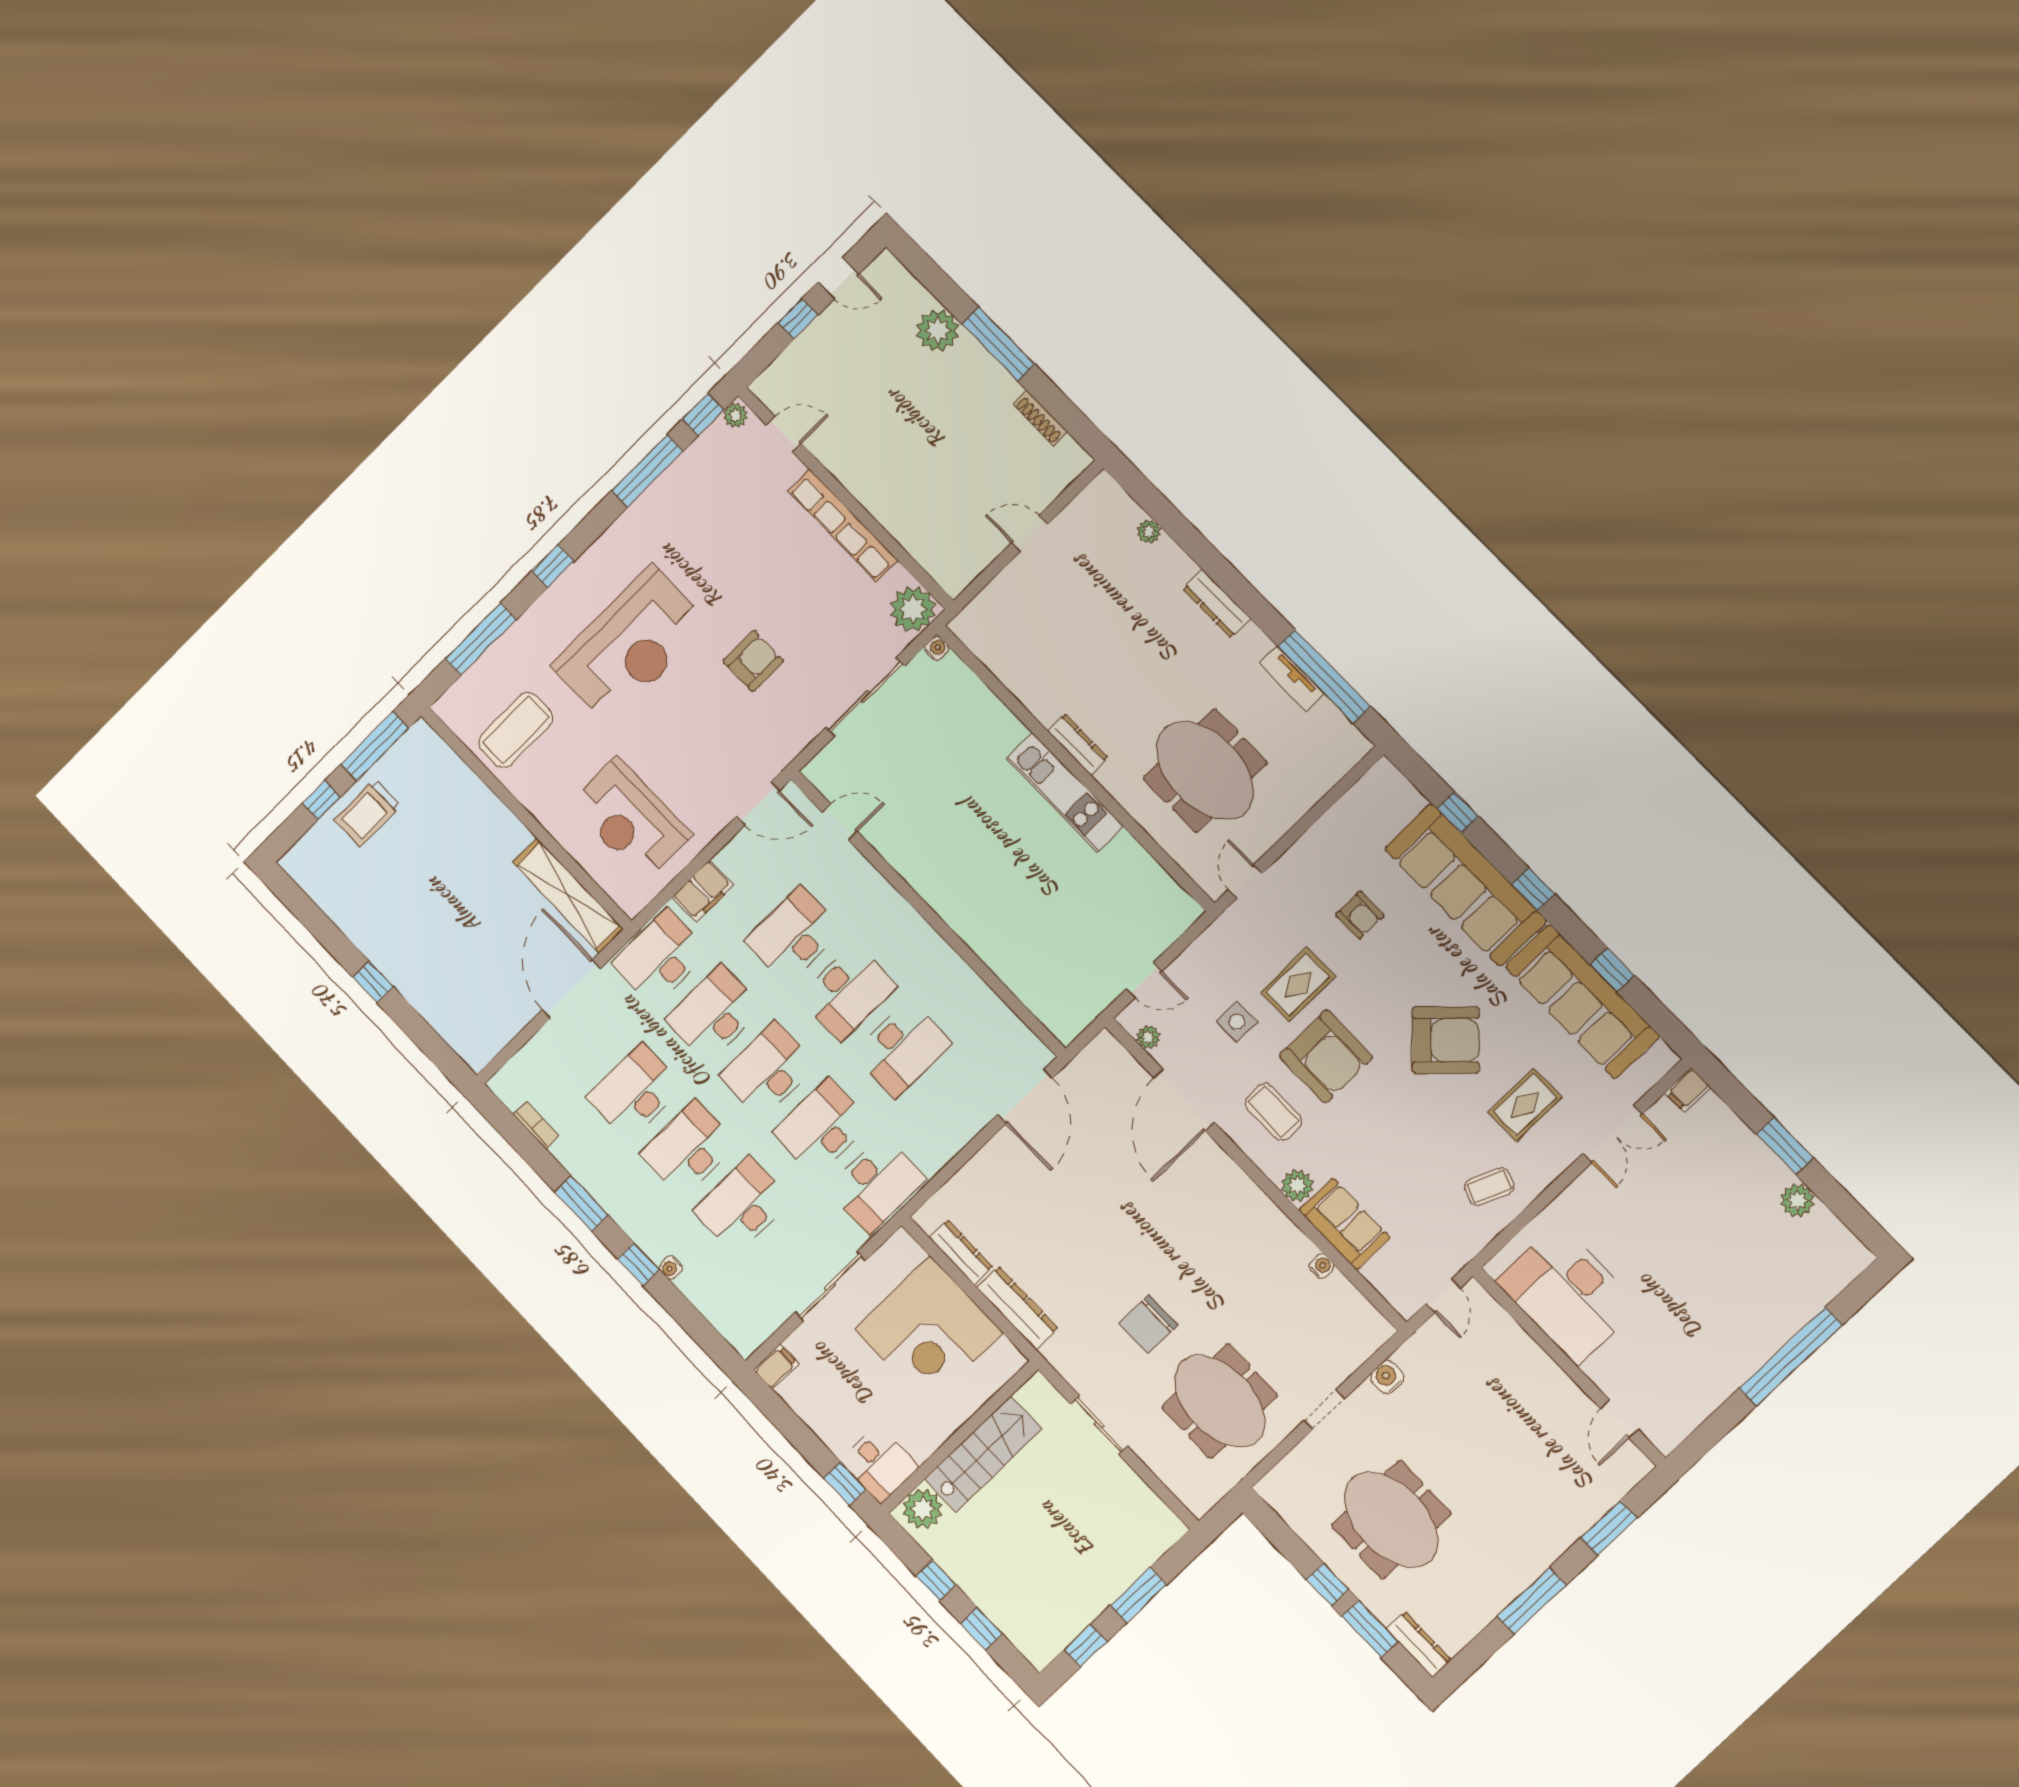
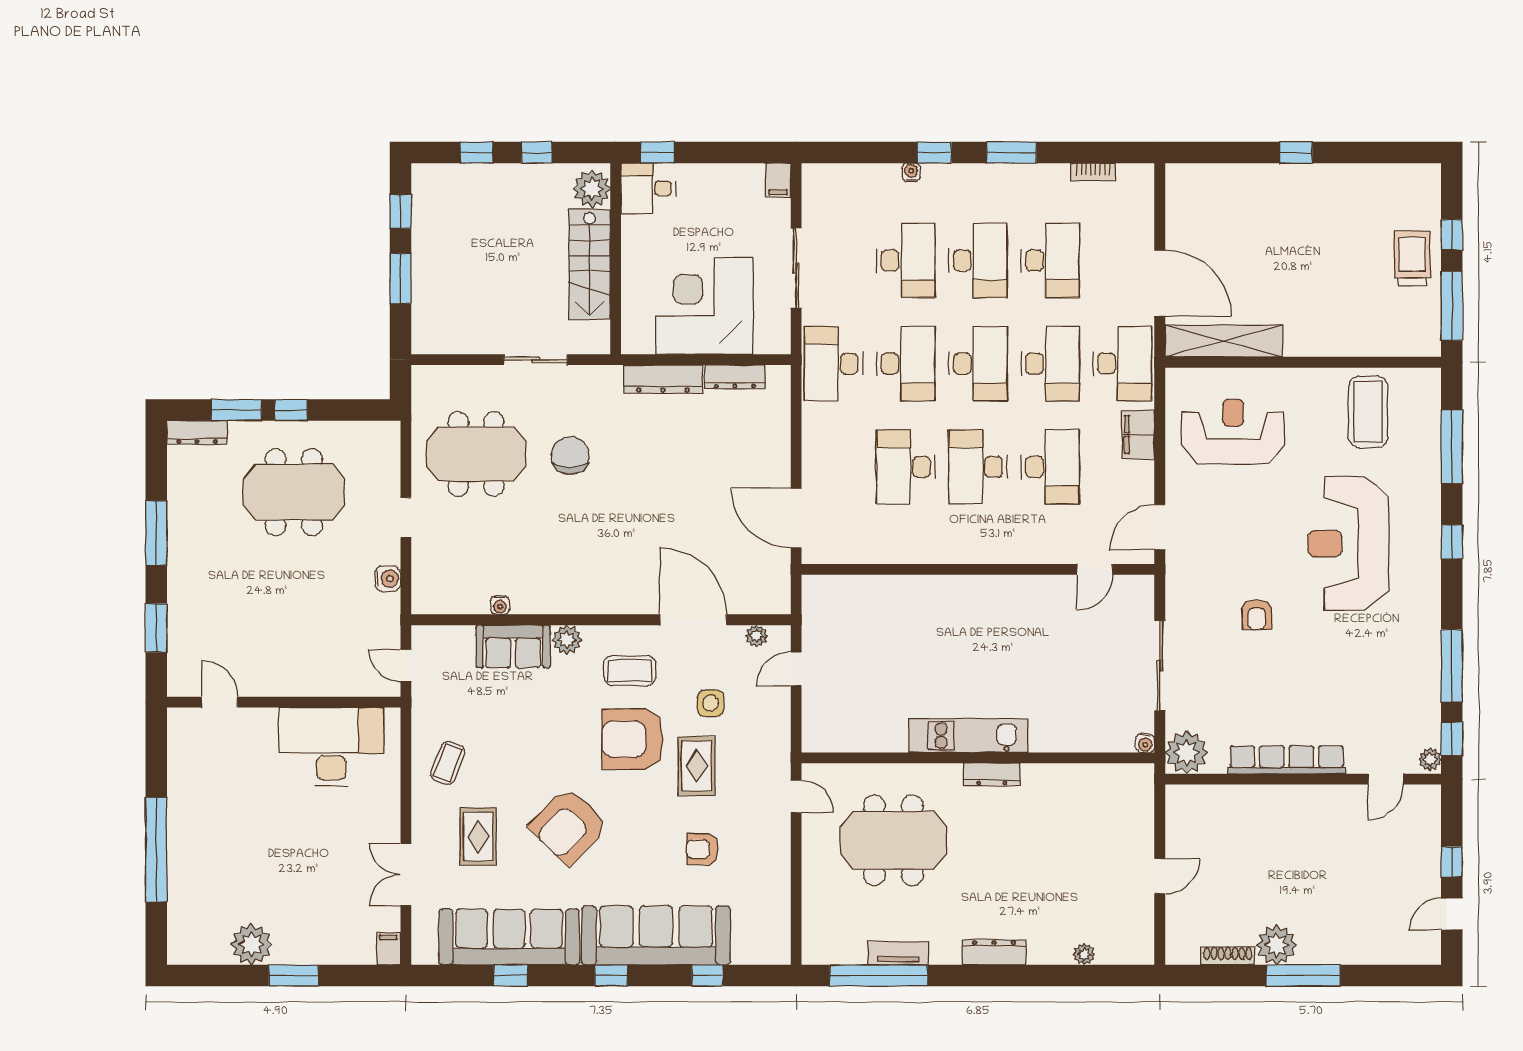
plant: (938, 331) -> (1277, 945), moved
armchair: (753, 661) -> (1257, 615), width x0.72, depth x0.72
plant: (1797, 1200) -> (252, 944), width x1.36, depth x1.36

